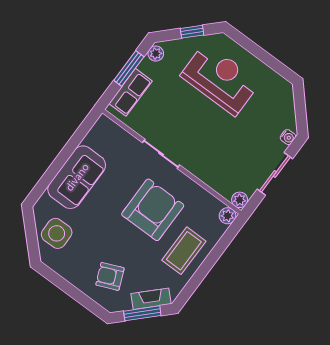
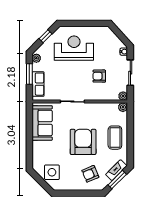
armchair: (227, 146) -> (99, 76), added
sofa: (77, 177) -> (42, 123), moved
armchair: (153, 210) -> (83, 142), moved

